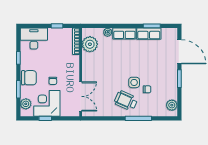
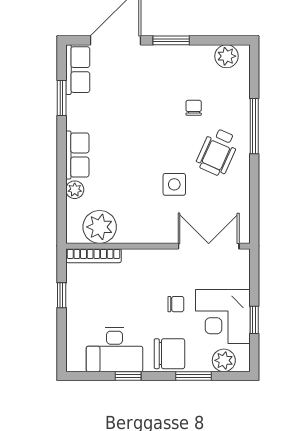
row of seats: (149, 34) -> (78, 70), moved
desk: (34, 39) -> (115, 350), moved, turned -90
chair: (29, 78) -> (169, 354), turned 90
side table: (134, 82) -> (174, 184), moved

